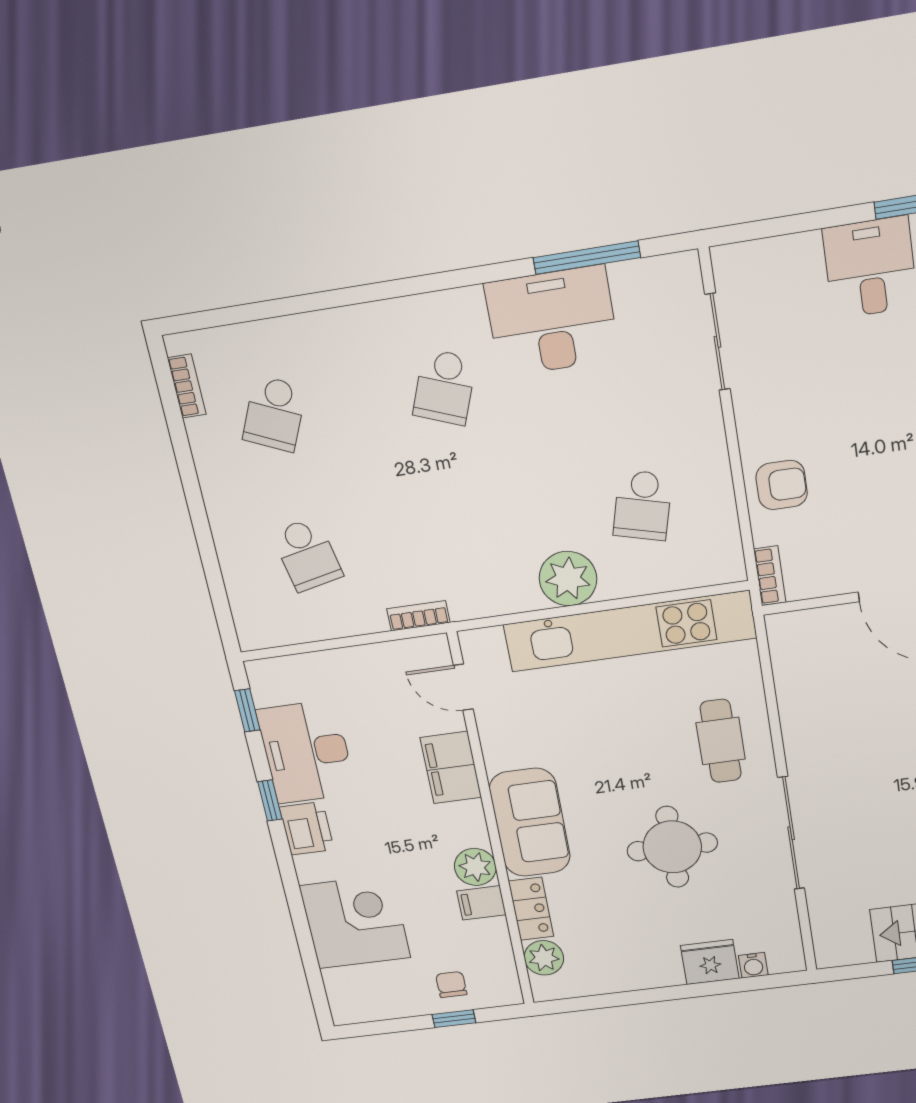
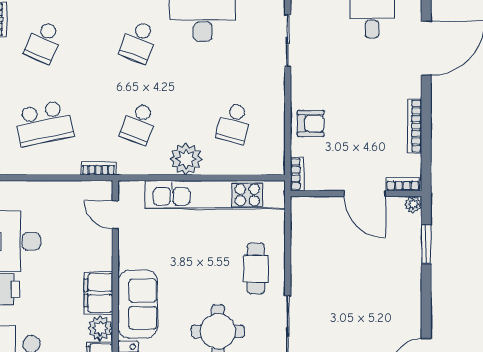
school desk: (473, 530) -> (139, 123), added
school desk: (307, 555) -> (44, 123), width x1.85
filing cabinet: (451, 768) -> (98, 293), moved

